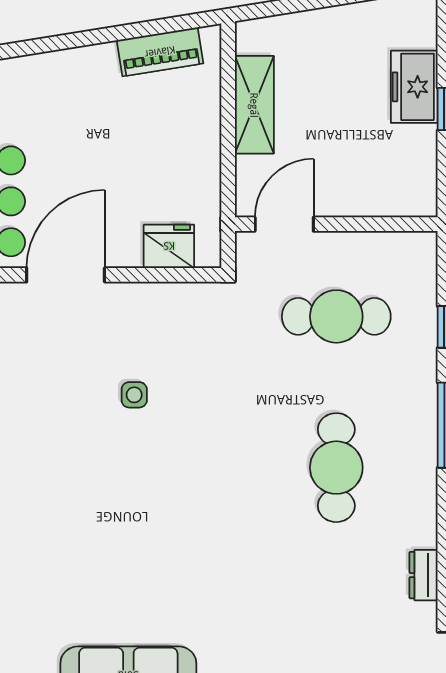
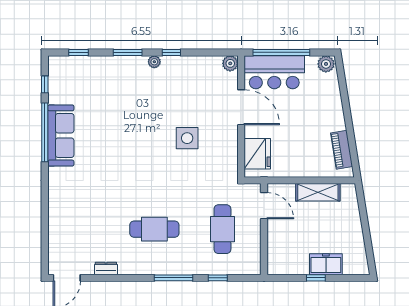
fridge: (169, 246) -> (257, 154), width x1.36, depth x1.34
side table: (134, 395) -> (187, 138), width x1.87, depth x1.87

